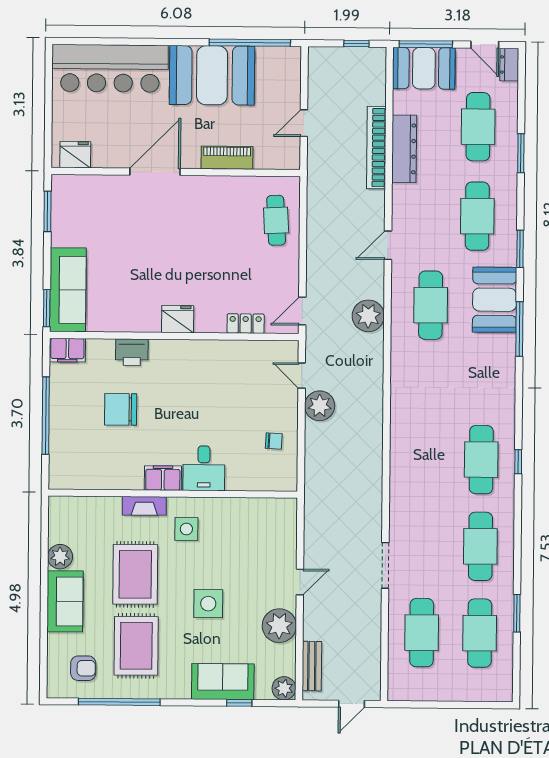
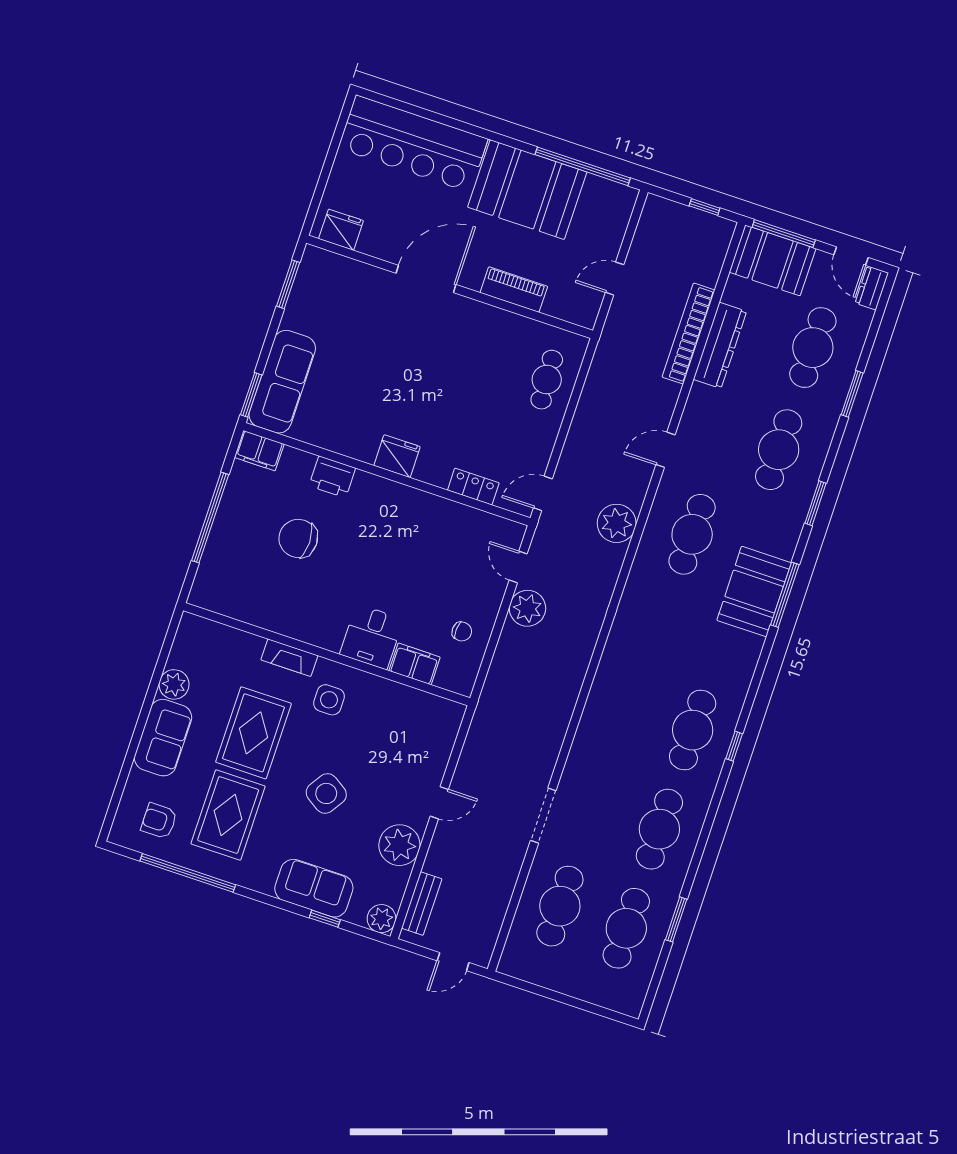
booth: (495, 300) -> (754, 592), moved
filing cabinet: (163, 478) -> (415, 664), moved
side table: (208, 604) -> (326, 793), turned 33
armchair: (83, 668) -> (159, 821), turned 180

